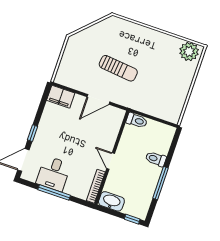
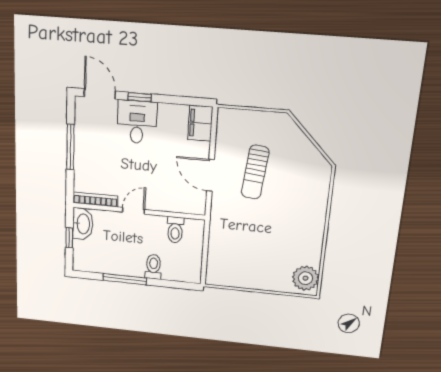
sun lounger: (118, 68) -> (255, 172), moved
toilet: (137, 120) -> (175, 230), moved
desk: (53, 174) -> (137, 122), moved, turned 90
window: (132, 219) -> (69, 238), moved

